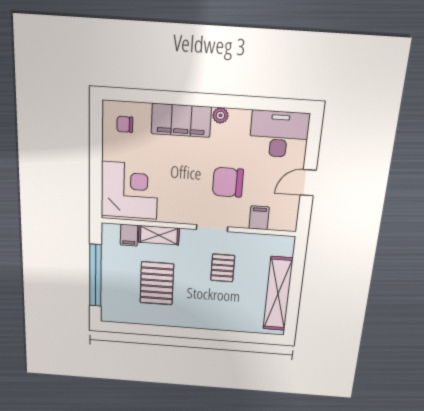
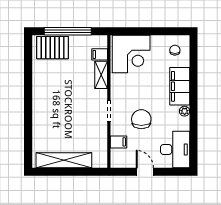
pallet: (223, 268) -> (80, 120), removed
pallet: (157, 283) -> (53, 48), moved

